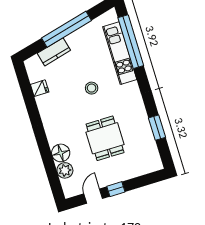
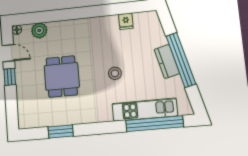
kitchen counter: (54, 52) -> (167, 61), moved
dining table: (105, 138) -> (62, 76), turned 90
floor lamp: (61, 153) -> (17, 30), moved, width x0.53, depth x0.53

